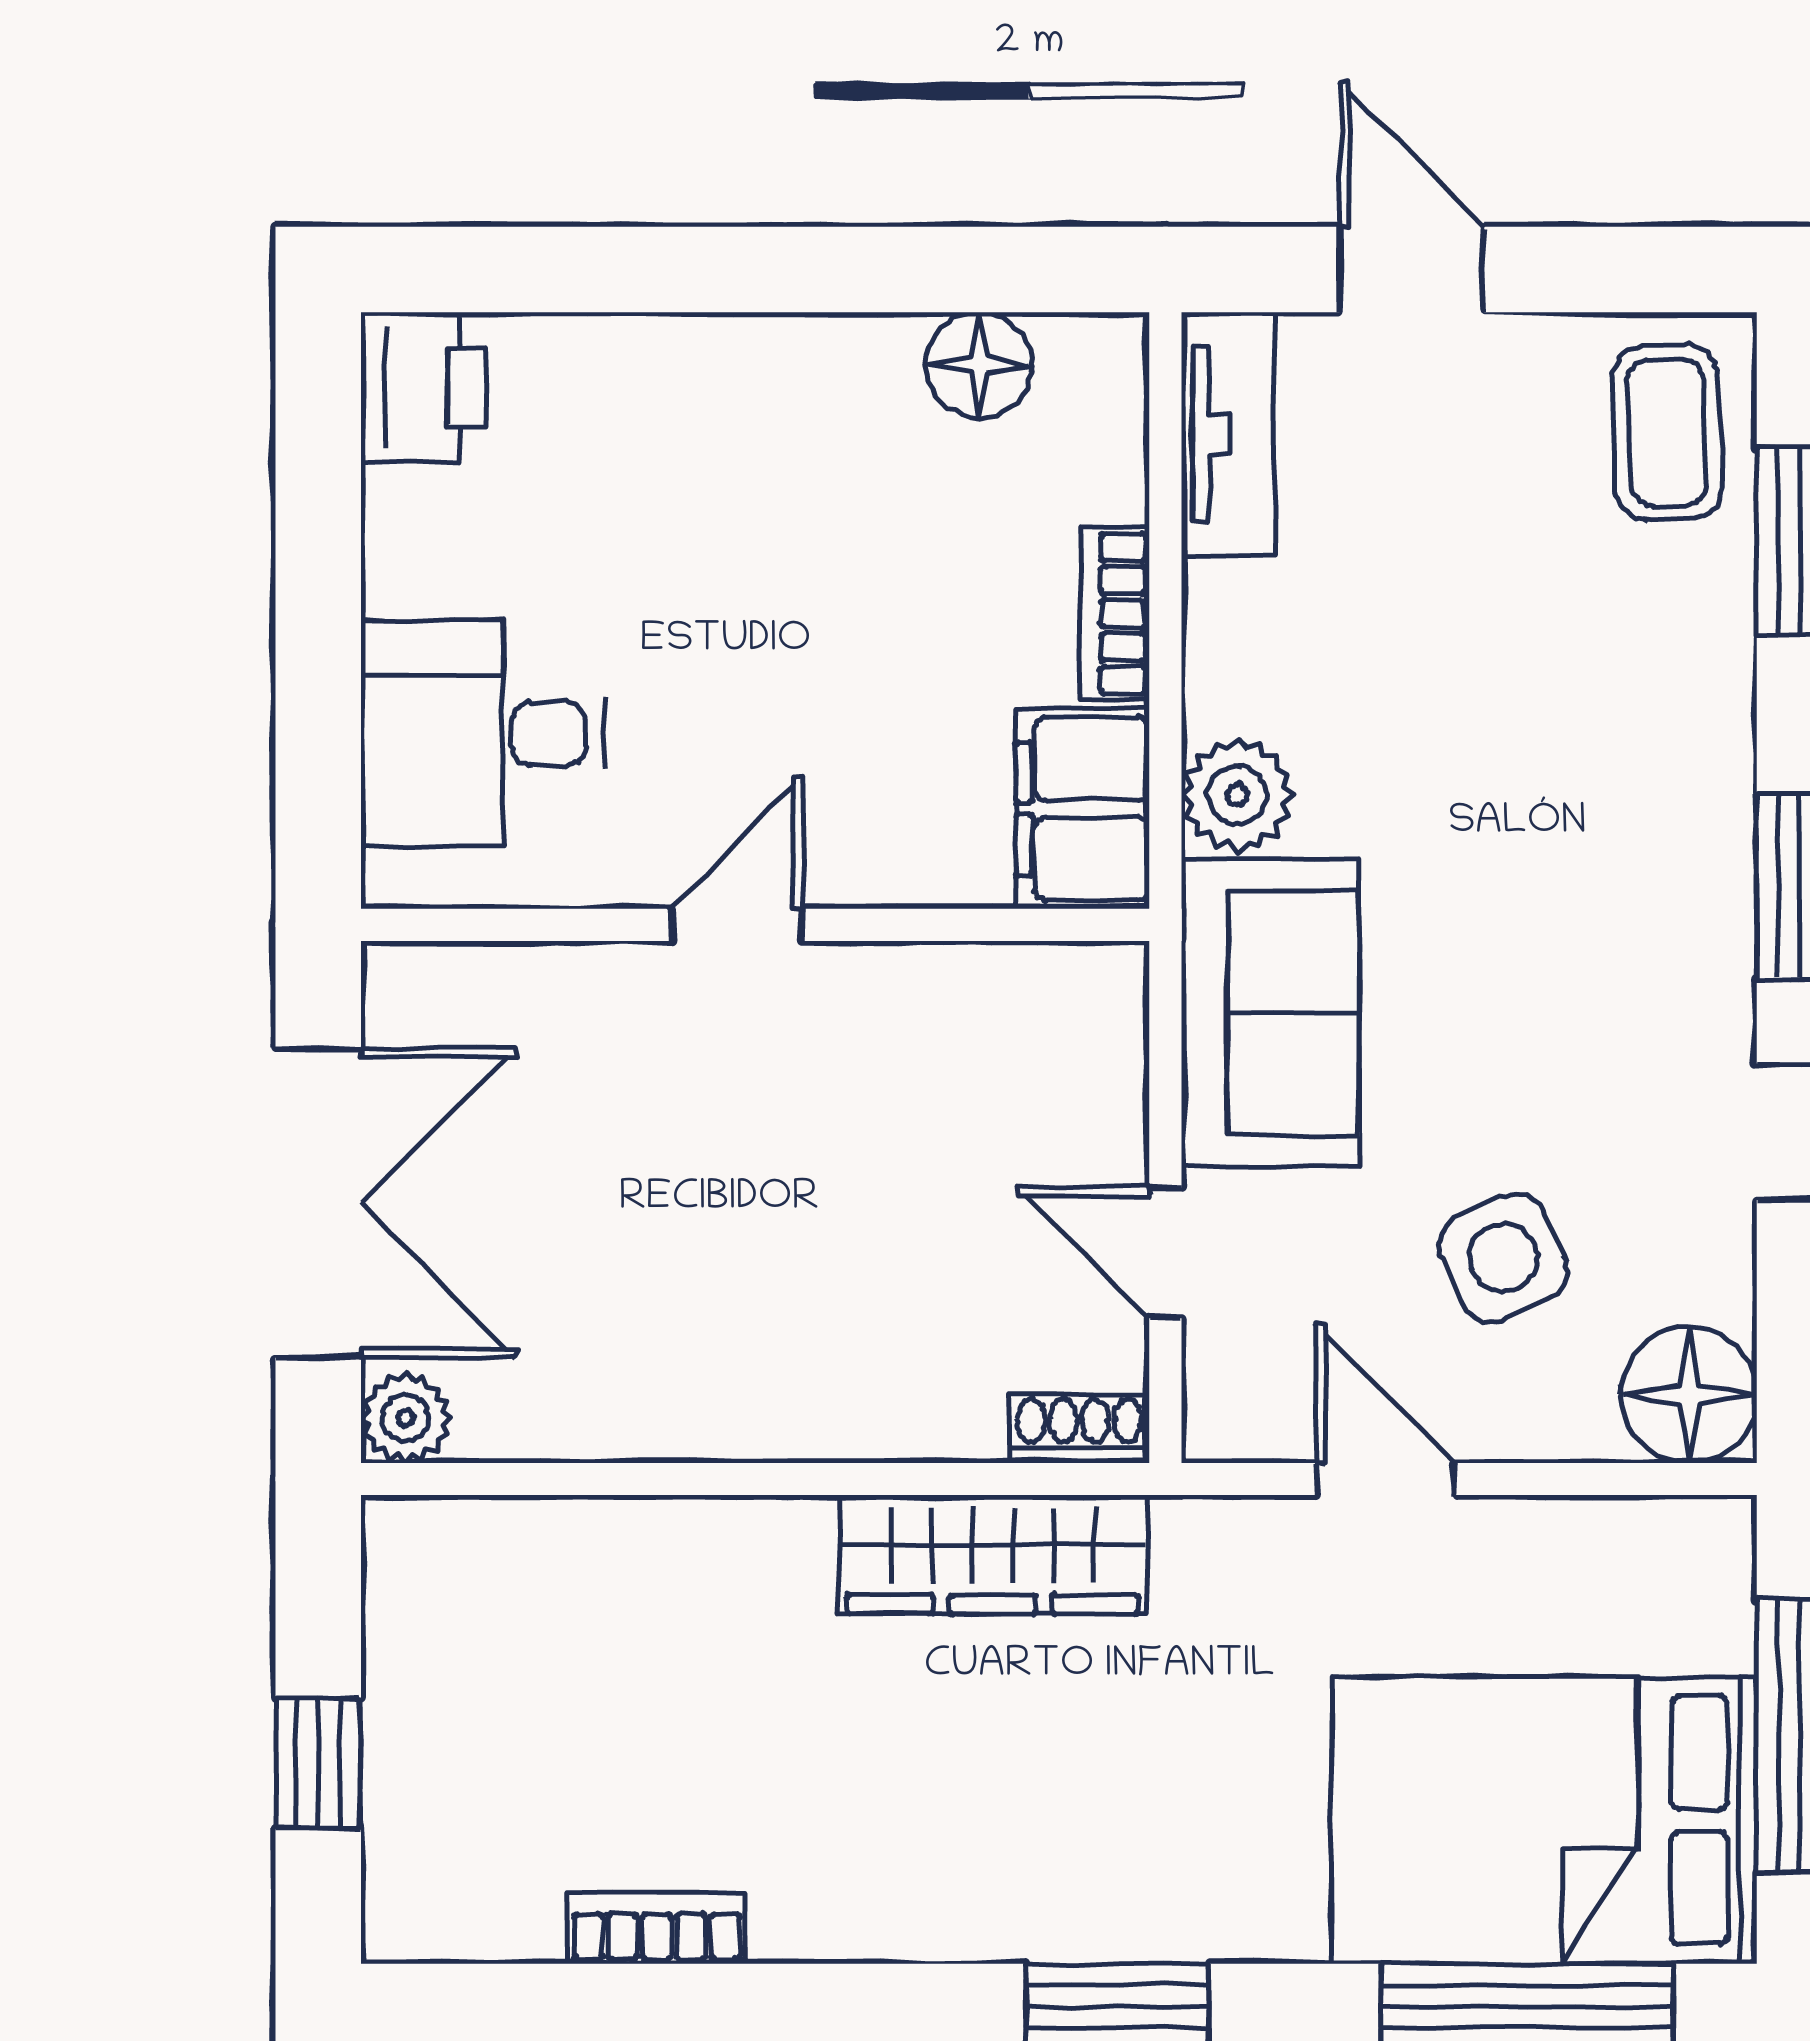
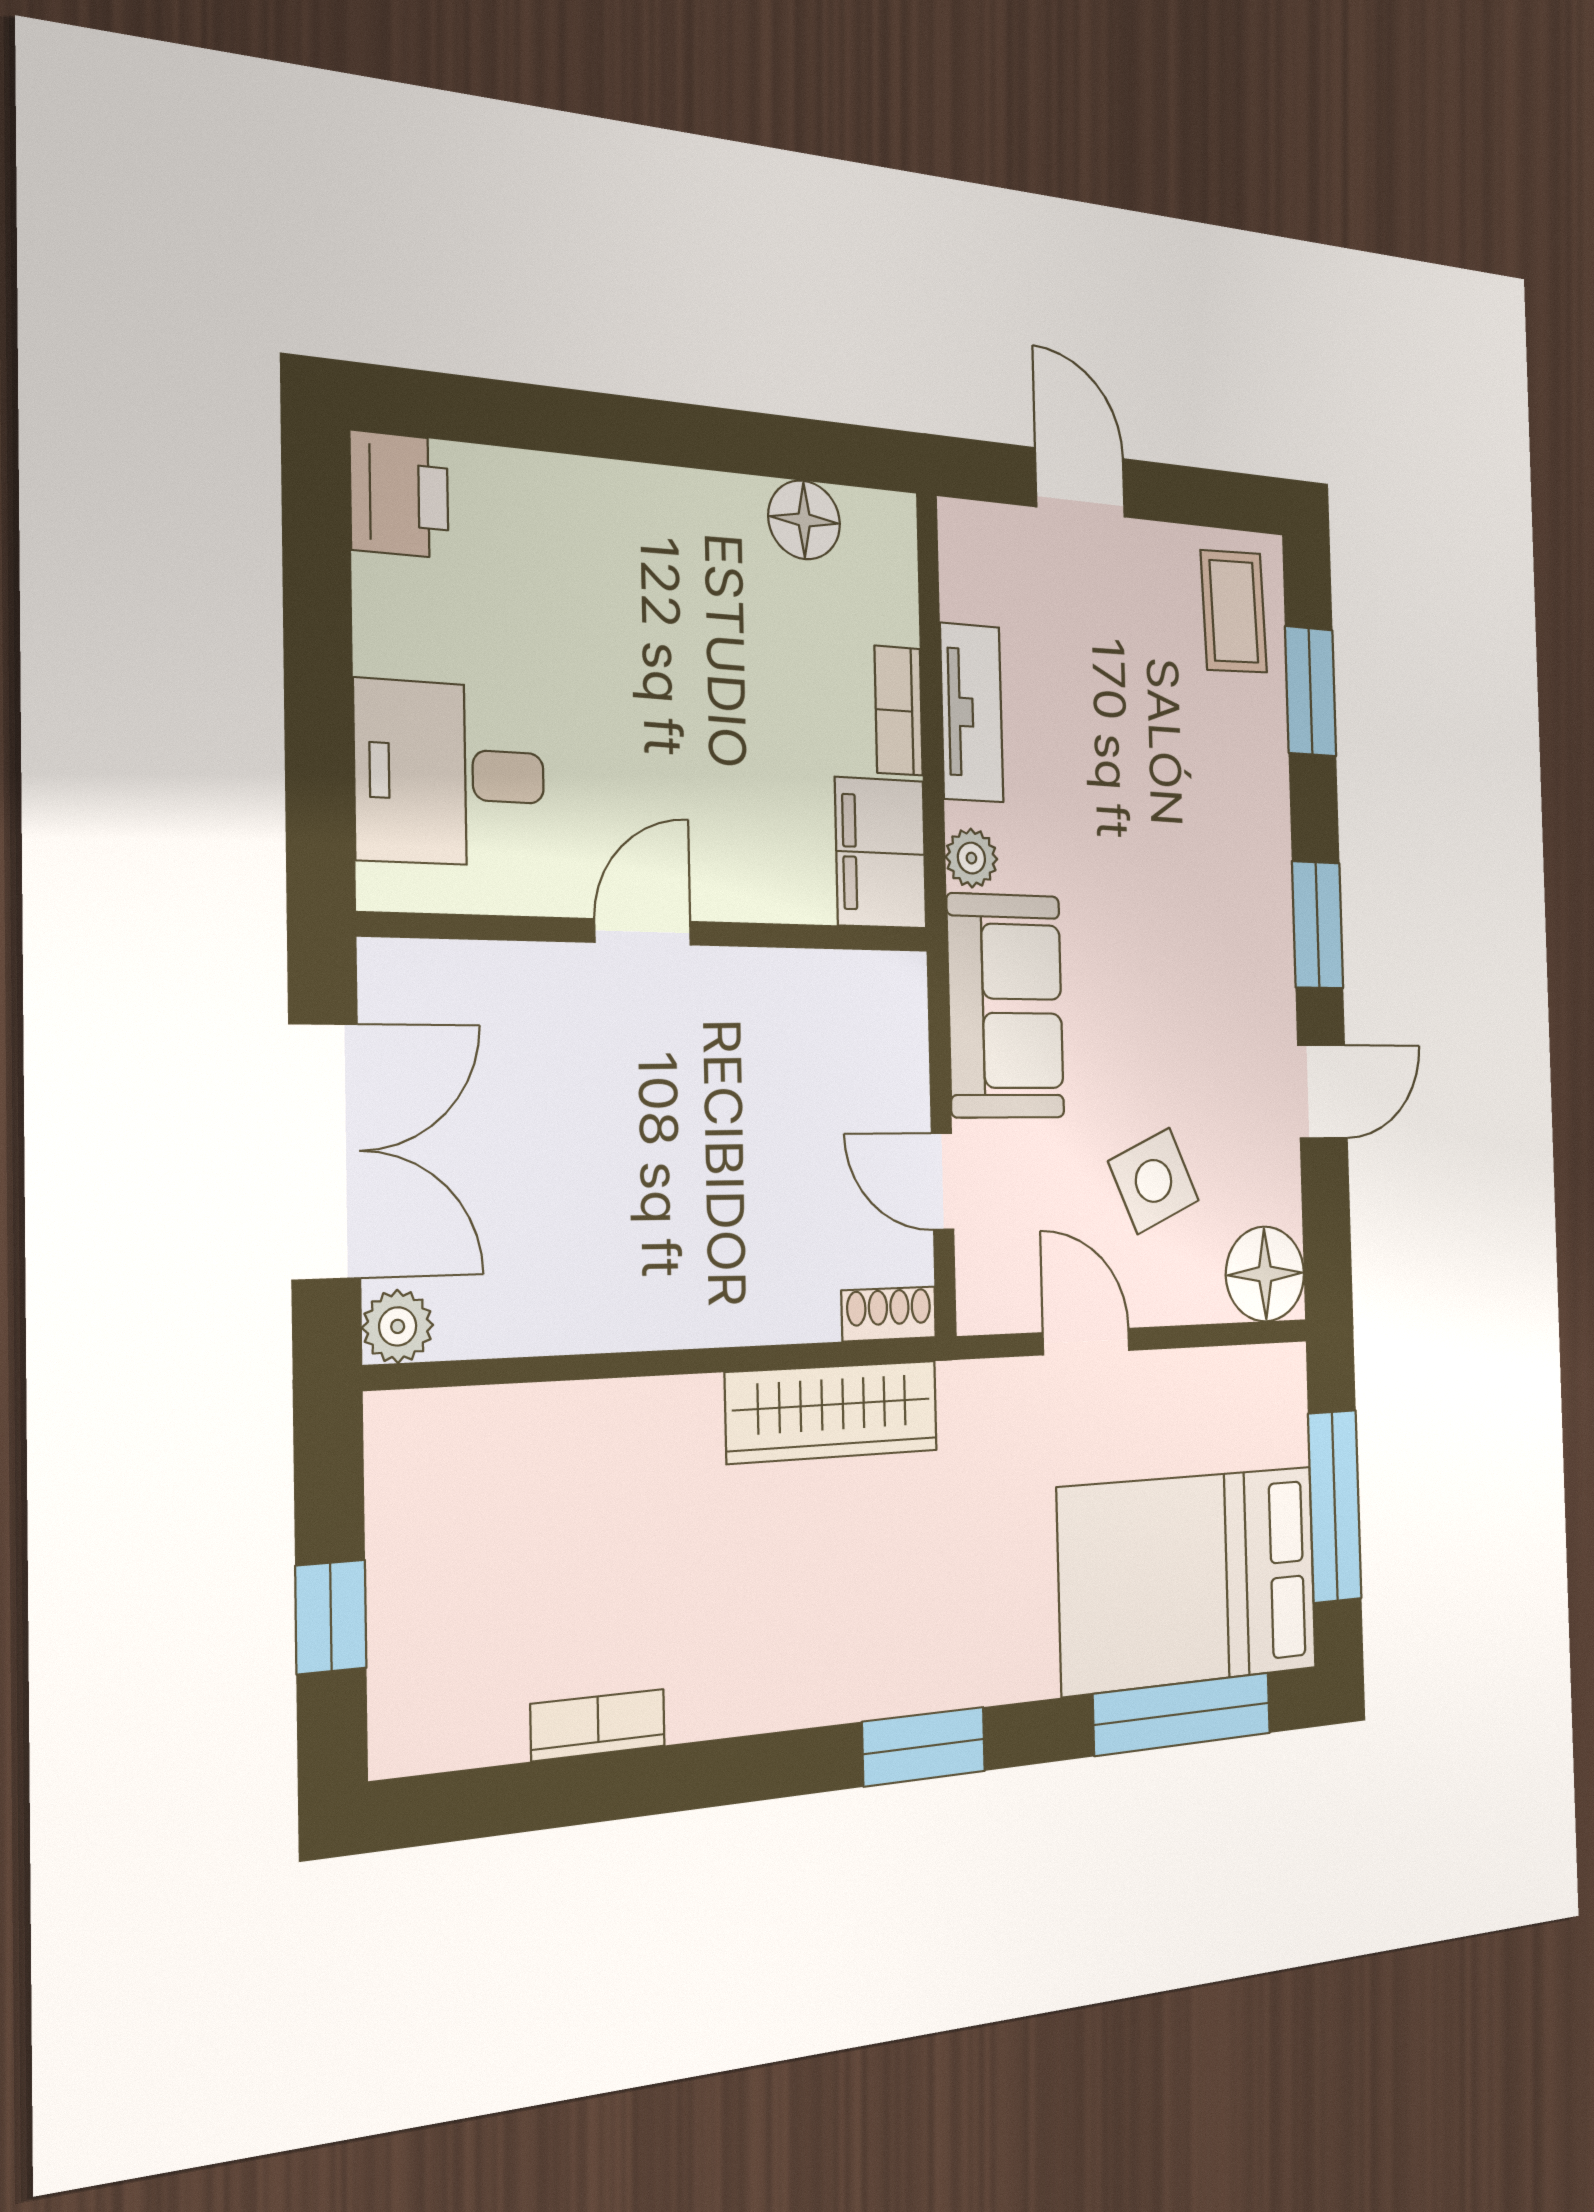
tv unit: (1228, 434) -> (972, 713), moved
plant: (1237, 795) -> (971, 858), width x0.73, depth x0.73

